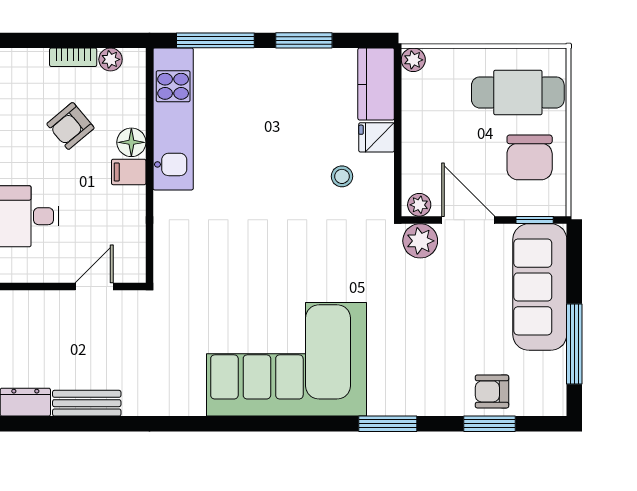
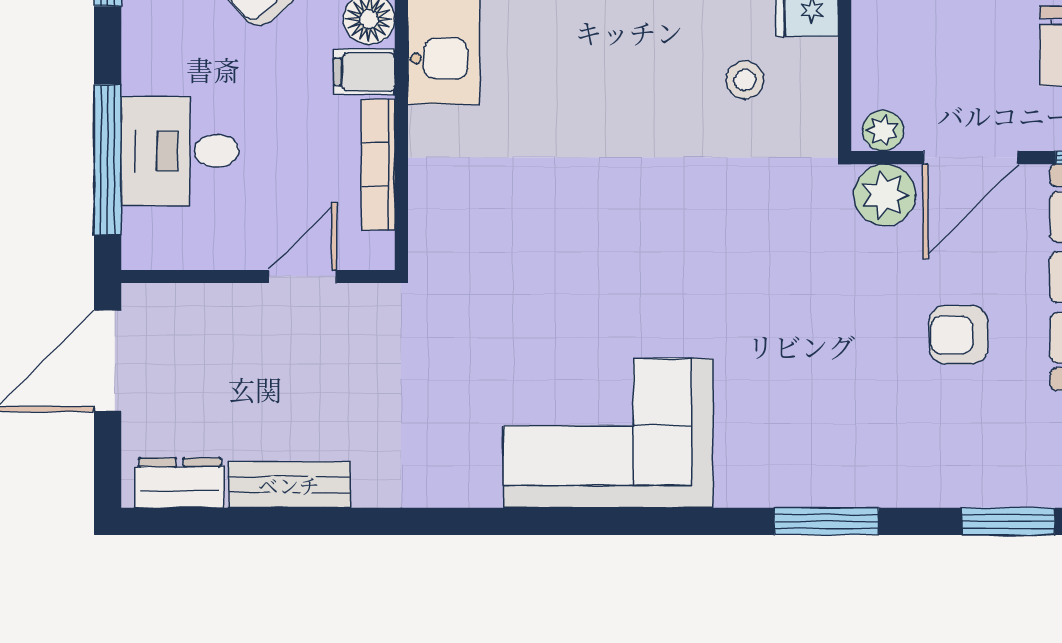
door: (468, 220) -> (970, 158), swing flipped
bookcase: (136, 224) -> (378, 165), added
corner sofa: (286, 359) -> (608, 433), width x0.73, depth x0.74
armchair: (492, 391) -> (959, 335), moved

